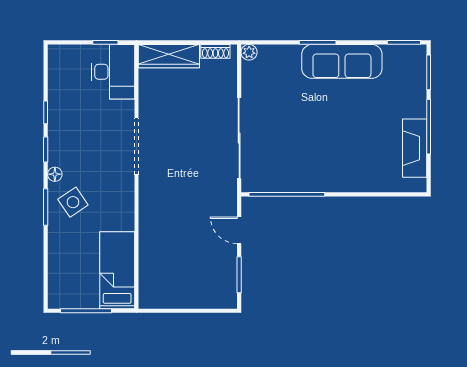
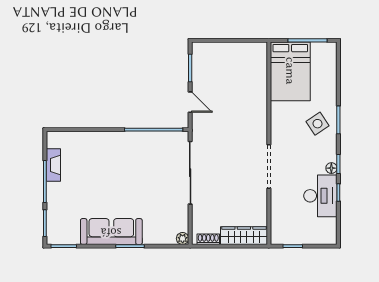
desk: (113, 72) -> (320, 196), moved, turned 180
fireplace: (415, 148) -> (53, 165), width x0.73, depth x0.76
floor lamp: (55, 174) -> (331, 168), moved
bed: (117, 270) -> (290, 71), width x1.50

